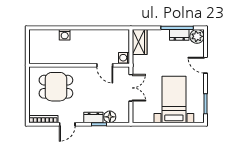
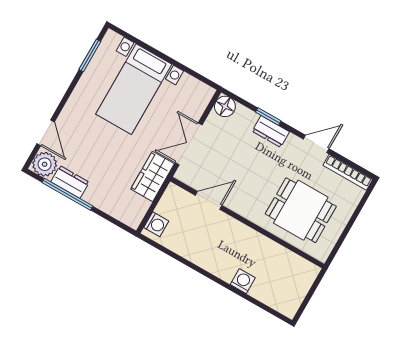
wardrobe: (140, 42) -> (152, 176), moved
washing machine: (124, 58) -> (156, 224), moved
door: (105, 65) -> (209, 200), hinge flipped
door: (205, 65) -> (46, 133), moved
floor lamp: (110, 117) -> (225, 106), moved

